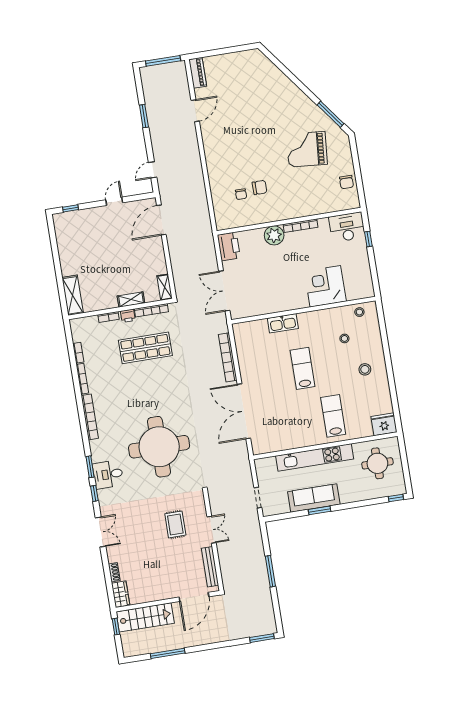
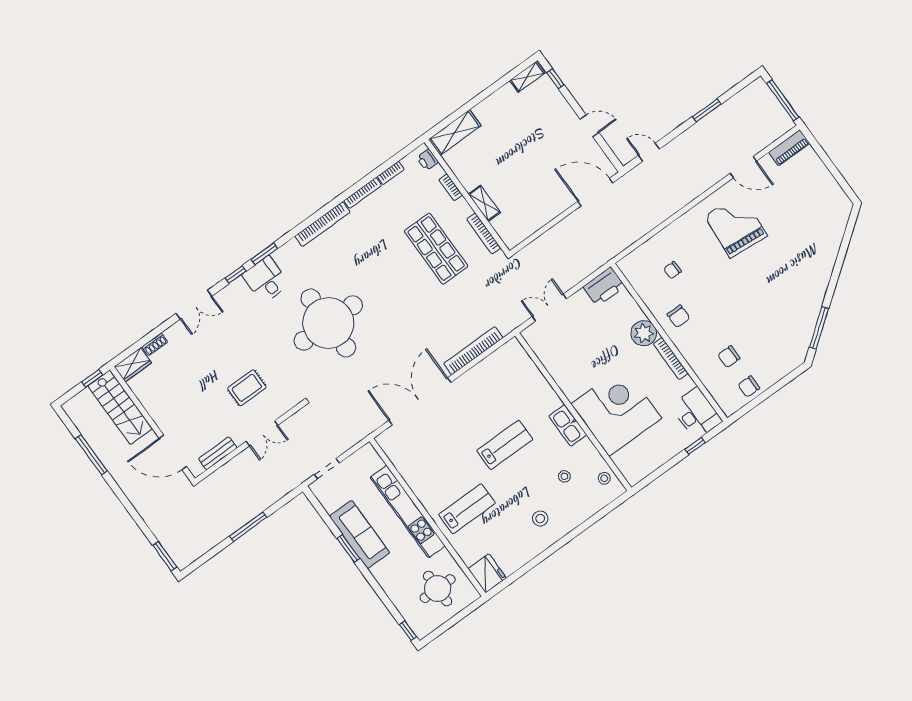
grand piano: (307, 149) -> (736, 226), moved
chair: (319, 185) -> (729, 357), added
chair: (260, 187) -> (678, 316), moved
corner desk: (325, 286) -> (616, 411), width x1.36, depth x1.36
shelving: (165, 287) -> (527, 77), moved
double door: (224, 291) -> (549, 308), width x0.73
printer: (128, 316) -> (428, 160), moved
kitchen sink: (283, 323) -> (568, 425), moved
bench: (210, 567) -> (218, 453), width x0.73

